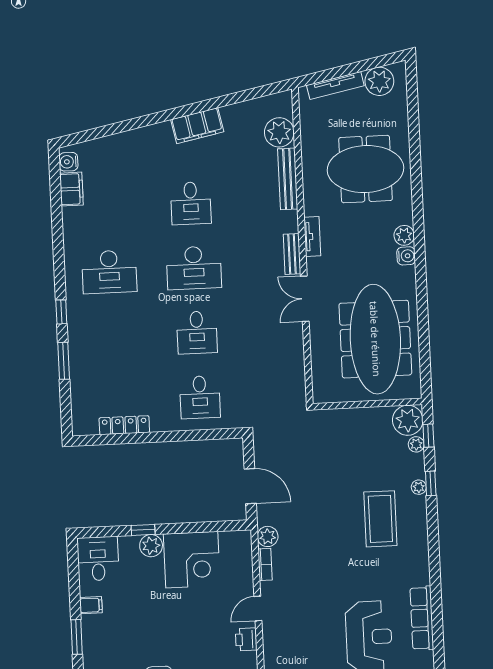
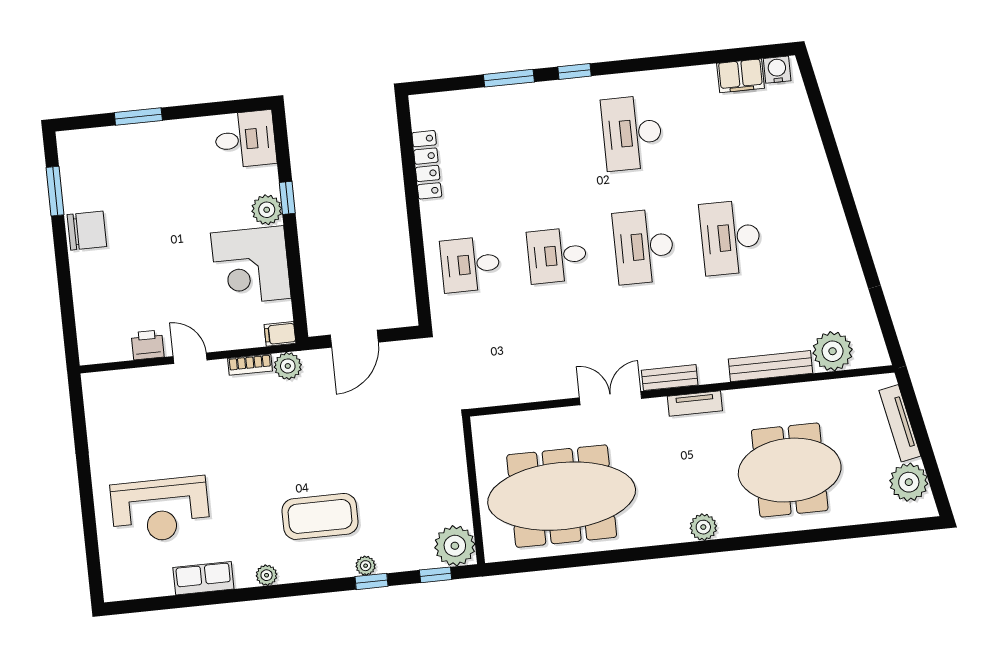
filing cabinet: (197, 126) -> (835, 240), removed
meeting table: (366, 169) -> (790, 470), turned 90
desk: (191, 203) -> (731, 238), width x1.37
water cooler: (406, 256) -> (676, 531), removed
plant: (416, 444) -> (267, 575), moved
filing cabinet: (91, 605) -> (280, 334), moved, turned 90
row of seats: (422, 618) -> (203, 578), width x0.68

